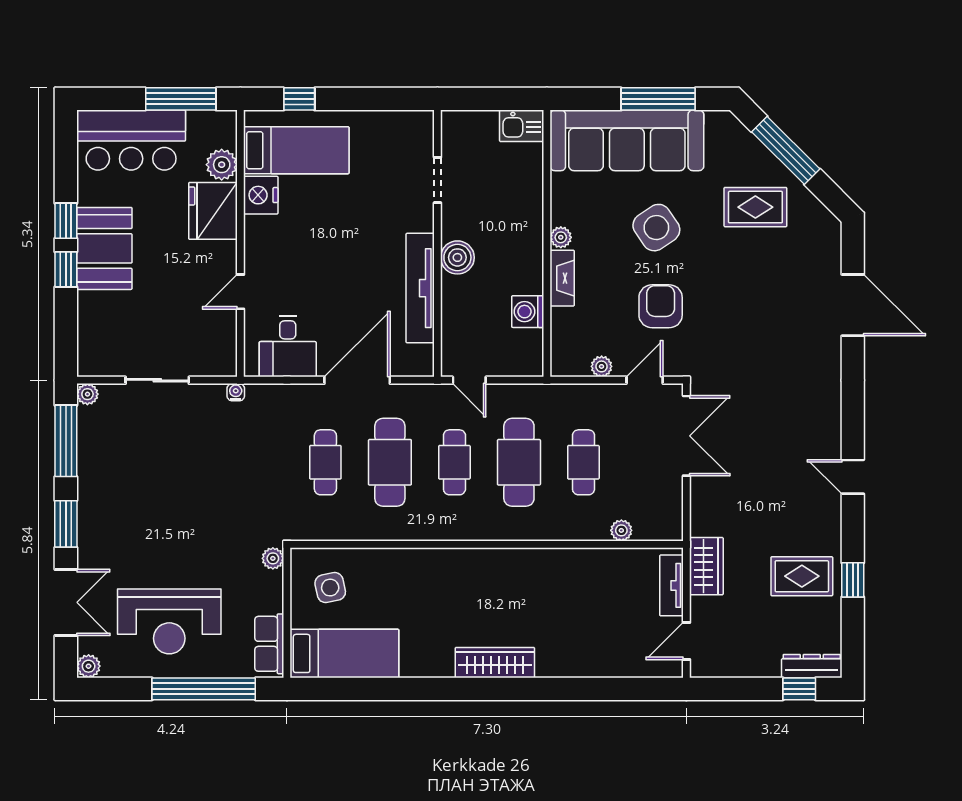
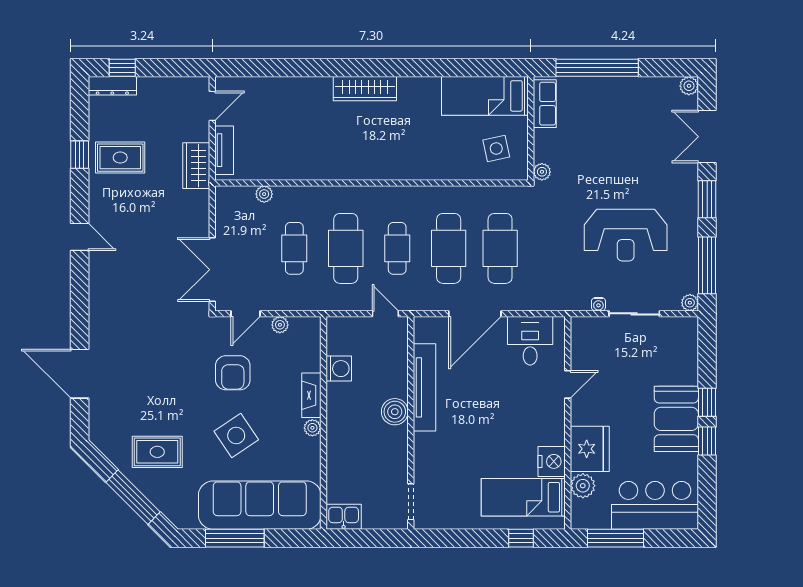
doorway: (437, 180) -> (411, 502), moved
water cooler: (236, 392) -> (598, 304), moved
cafe table: (325, 462) -> (500, 248), width x1.37, depth x1.35
reception desk: (169, 621) -> (626, 235), moved, turned 180

